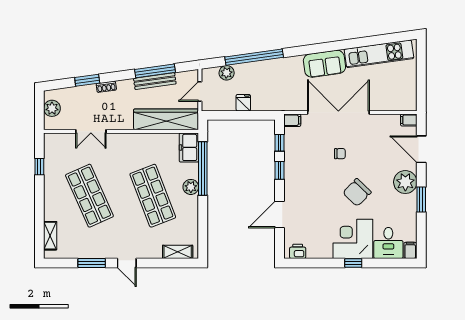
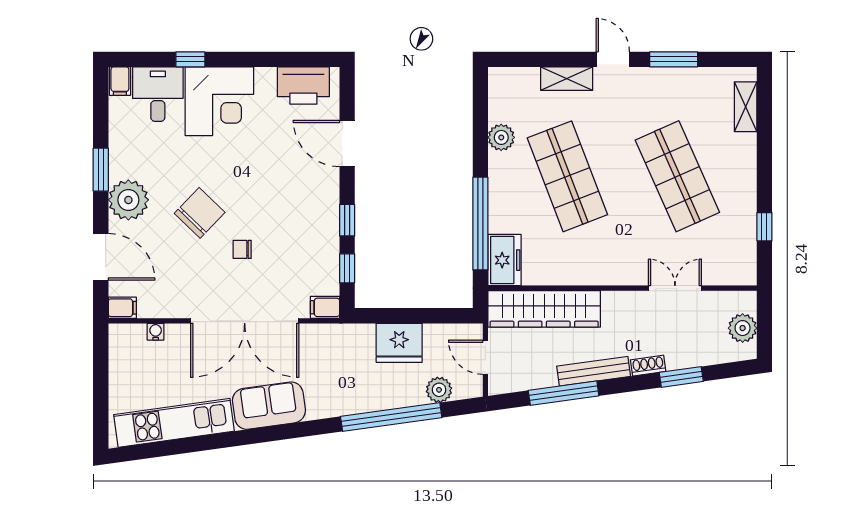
bench: (155, 81) -> (594, 371), moved
door: (200, 92) -> (485, 357), swing flipped
fridge: (243, 103) -> (399, 343), width x1.88, depth x1.34
water cooler: (390, 106) -> (156, 332), added
plant: (191, 187) -> (501, 137), moved
chair: (357, 192) -> (200, 213), moved
door: (279, 215) -> (347, 143), swing flipped
printer: (298, 251) -> (303, 86), width x1.87, depth x1.48
shelving: (178, 252) -> (567, 79), moved
window: (353, 263) -> (190, 59), moved

